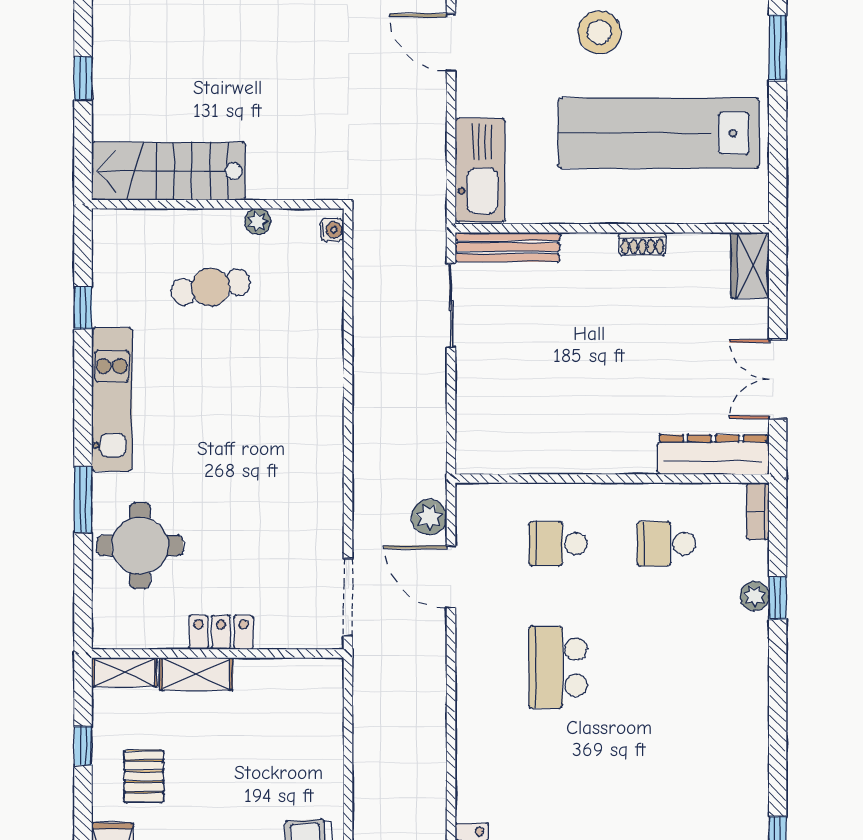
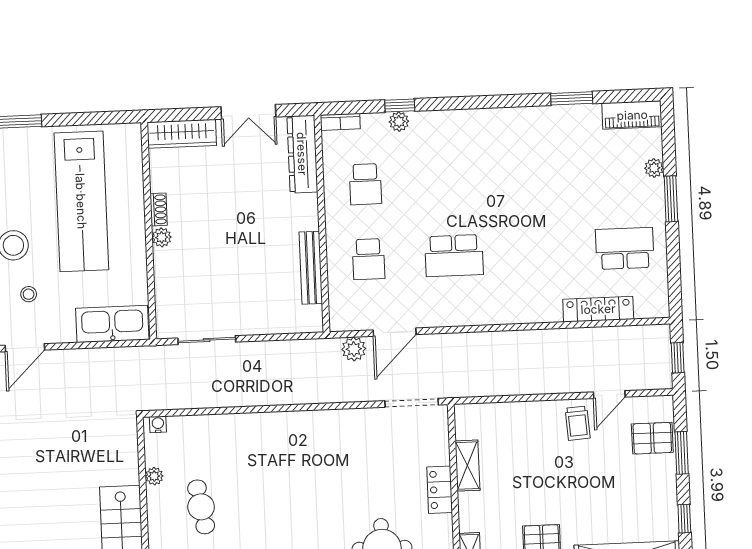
stool: (528, 51) -> (29, 294), added
bench: (507, 247) -> (311, 268), moved
plant: (602, 247) -> (162, 237), added
wardrobe: (750, 265) -> (182, 134), width x1.50
shelving: (196, 674) -> (467, 466), moved

